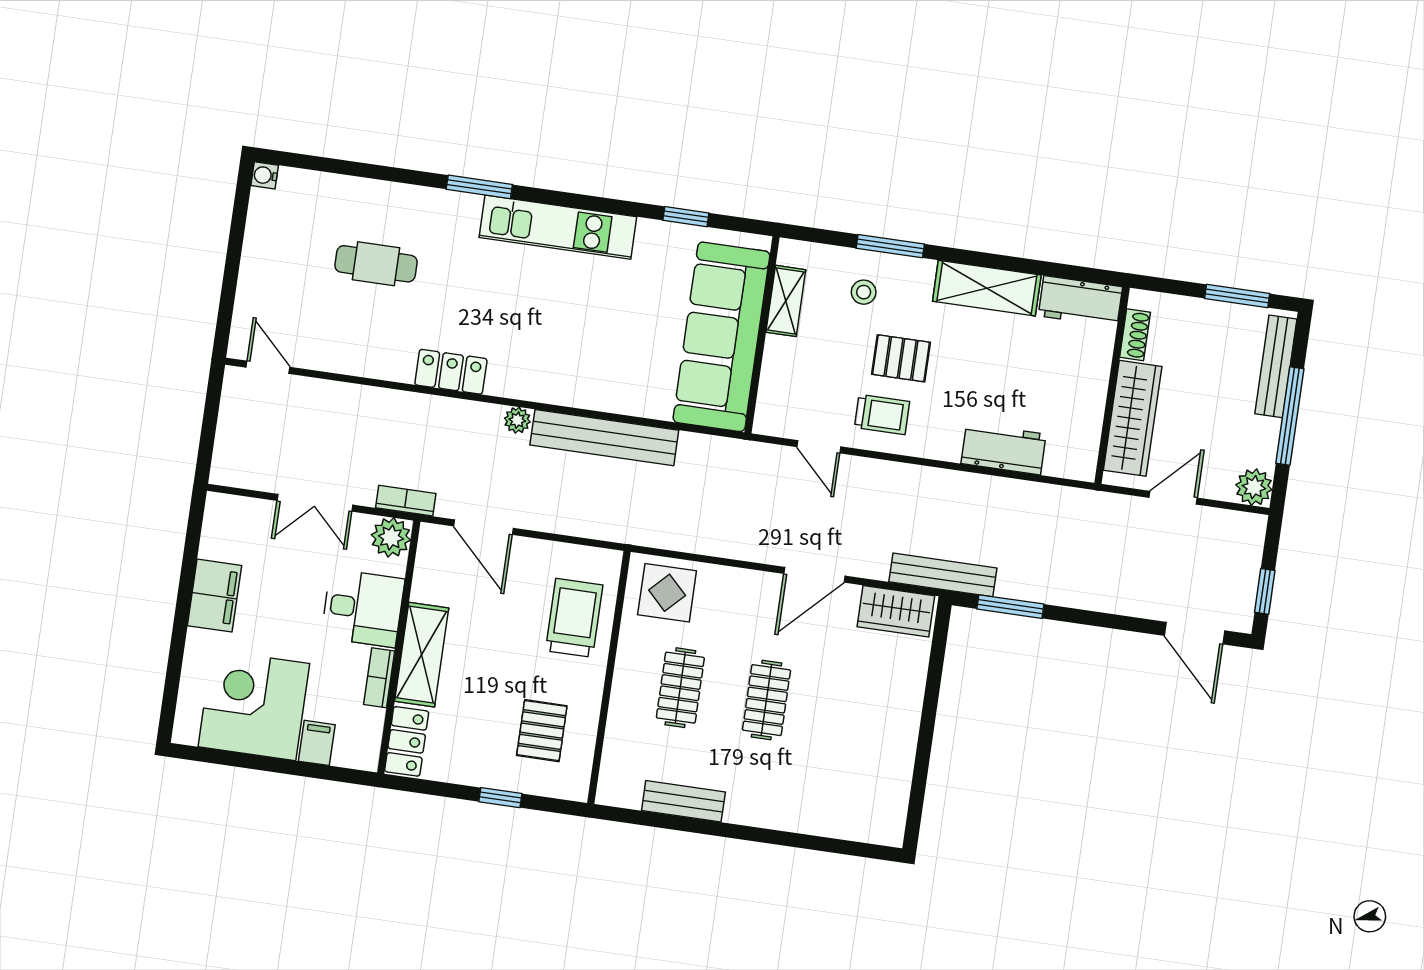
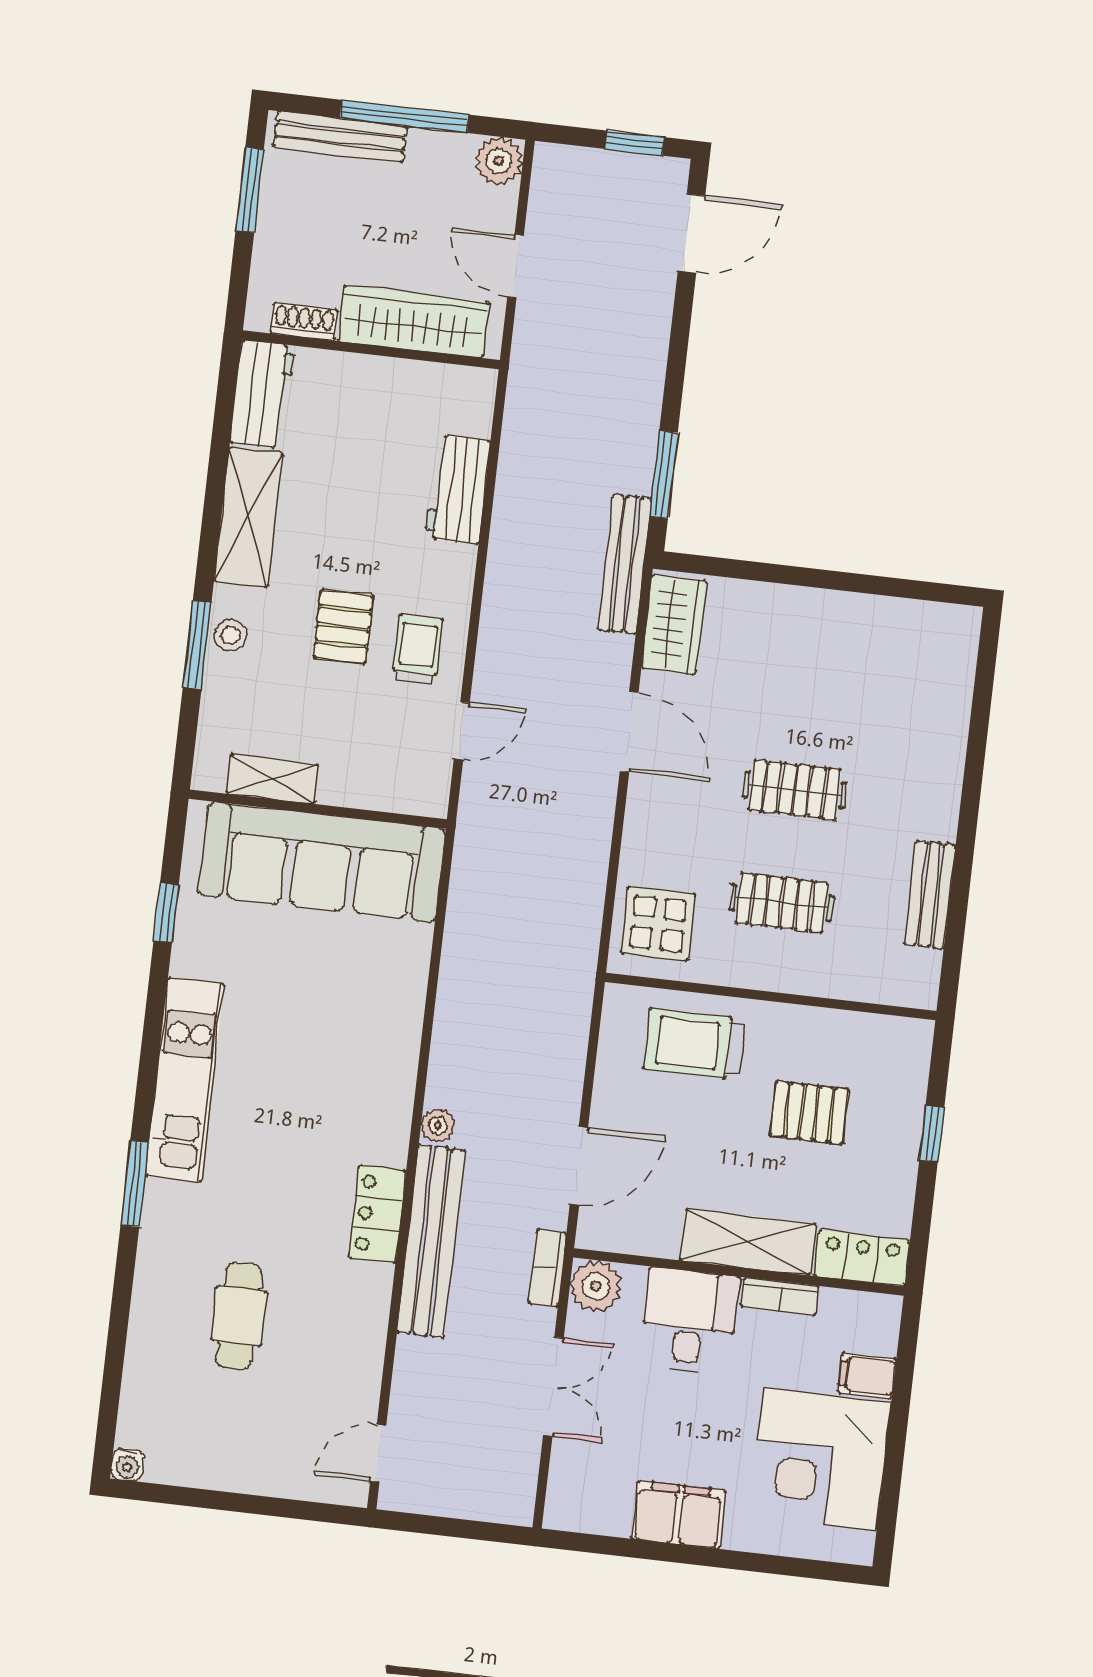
stool: (864, 292) -> (230, 635), moved
bench: (604, 438) -> (431, 1241), moved
pallet: (542, 731) -> (809, 1113), moved

